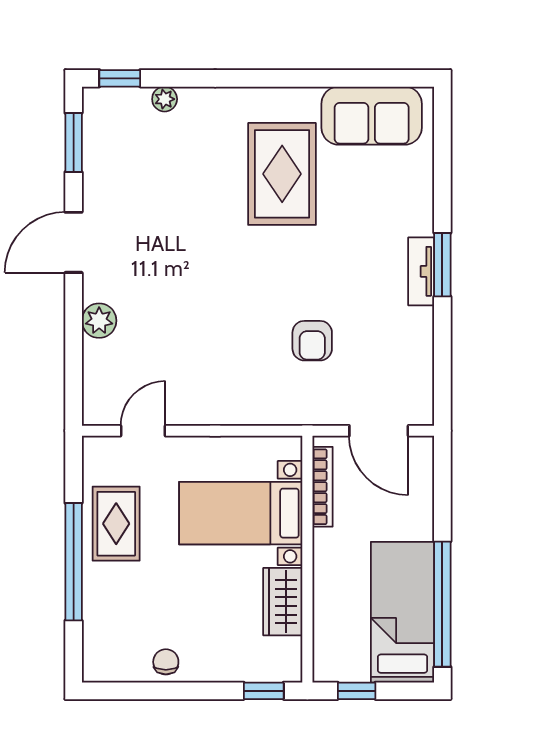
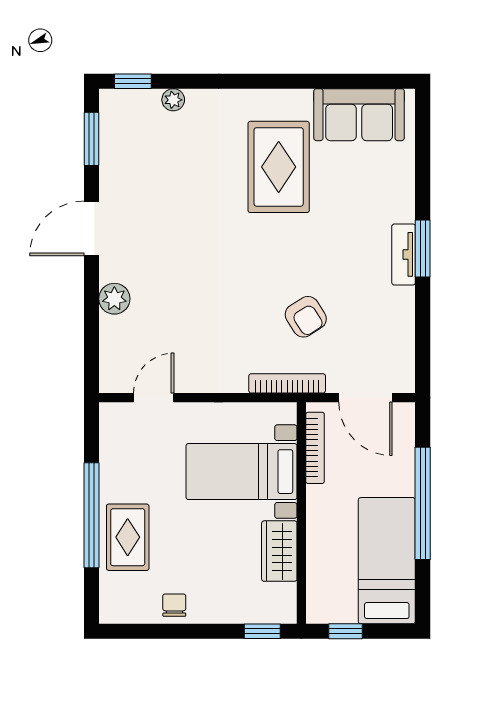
armchair: (312, 341) -> (306, 317), turned -32
bookcase: (291, 415) -> (287, 383), added
rug: (116, 524) -> (128, 537), moved
window: (442, 604) -> (423, 503), moved

